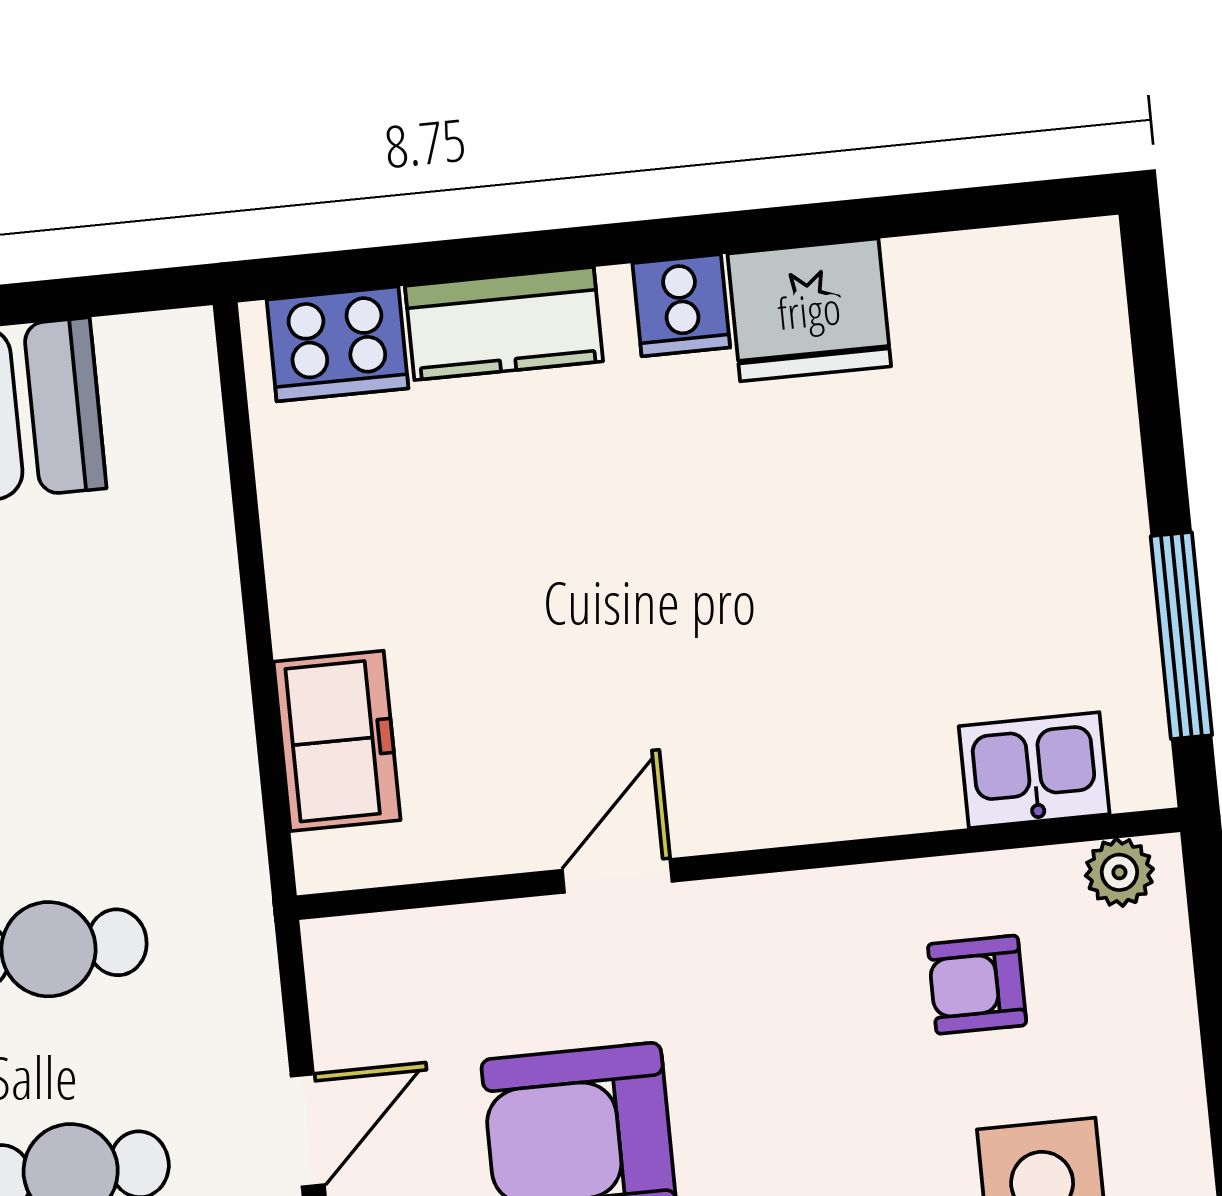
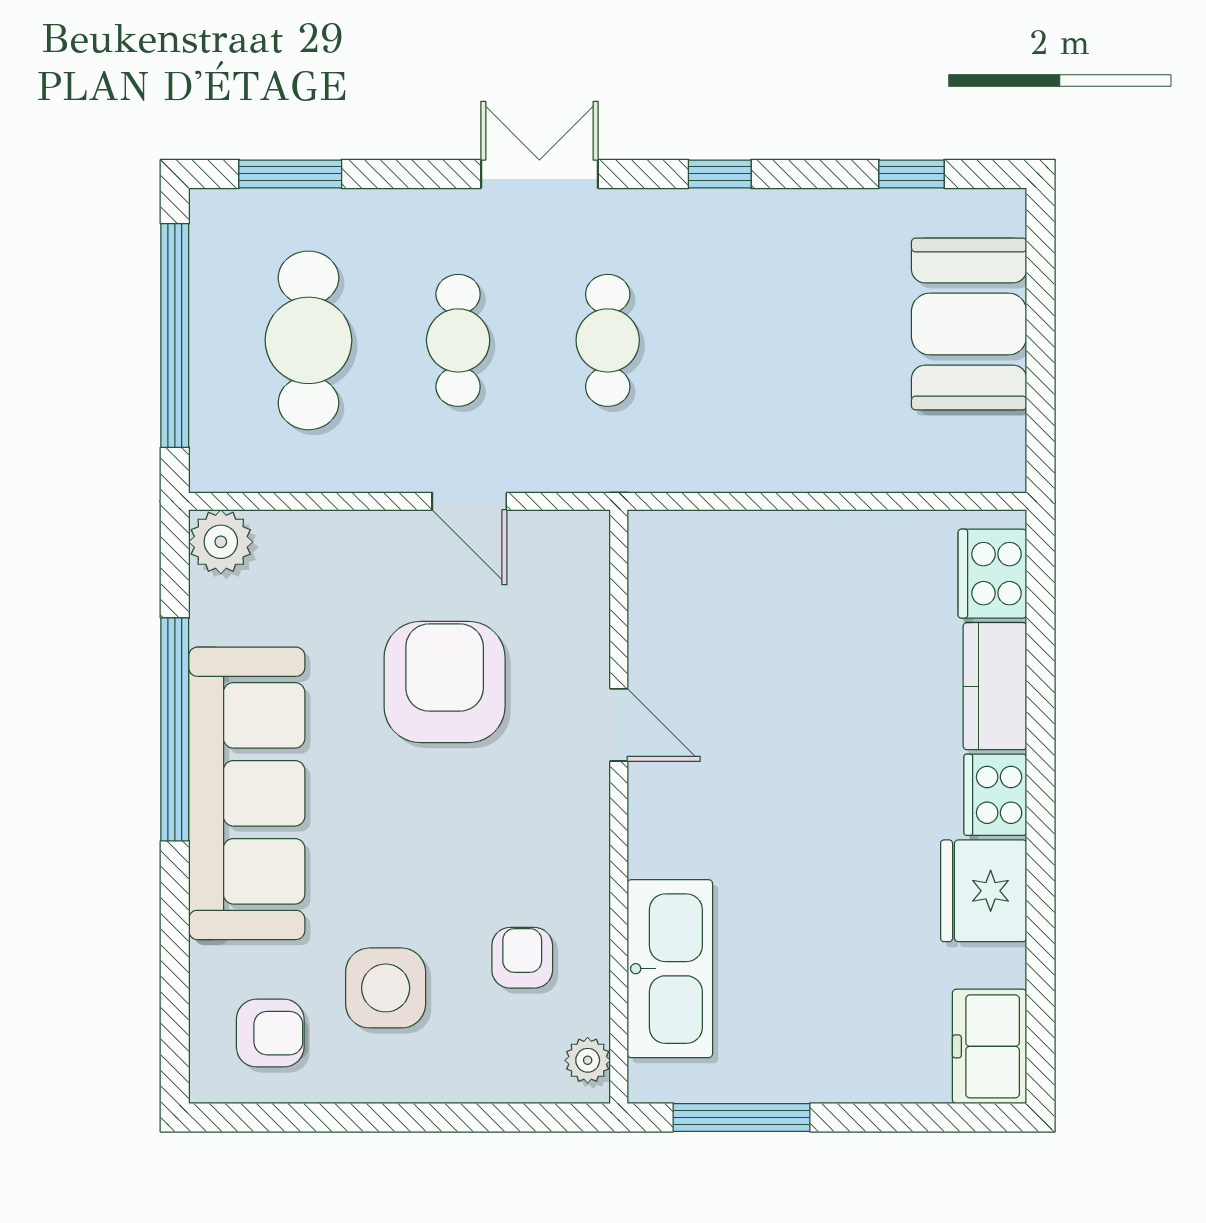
cooker: (681, 305) -> (995, 795), width x1.36
freezer: (337, 741) -> (990, 1046), moved, turned 90
kitchen sink: (1034, 770) -> (670, 969), width x1.88, depth x1.24

